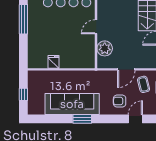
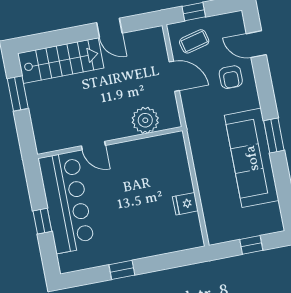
window: (23, 19) -> (122, 270), width x0.46
door: (96, 27) -> (93, 146), moved

